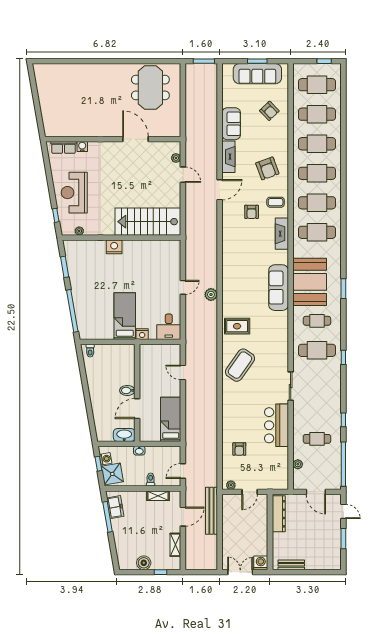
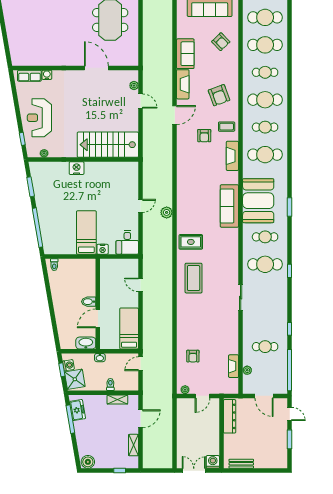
cafe table: (317, 144) -> (265, 72), width x0.73, depth x0.74
cafe table: (317, 203) -> (265, 127), width x0.73, depth x0.74
coffee table: (240, 365) -> (194, 278), turned -35
bar counter: (276, 425) -> (227, 334), removed
fireplace: (283, 460) -> (234, 366), added
door: (183, 471) -> (140, 364), moved
bench: (211, 511) -> (167, 414), removed
boiler: (144, 563) -> (88, 462), moved

